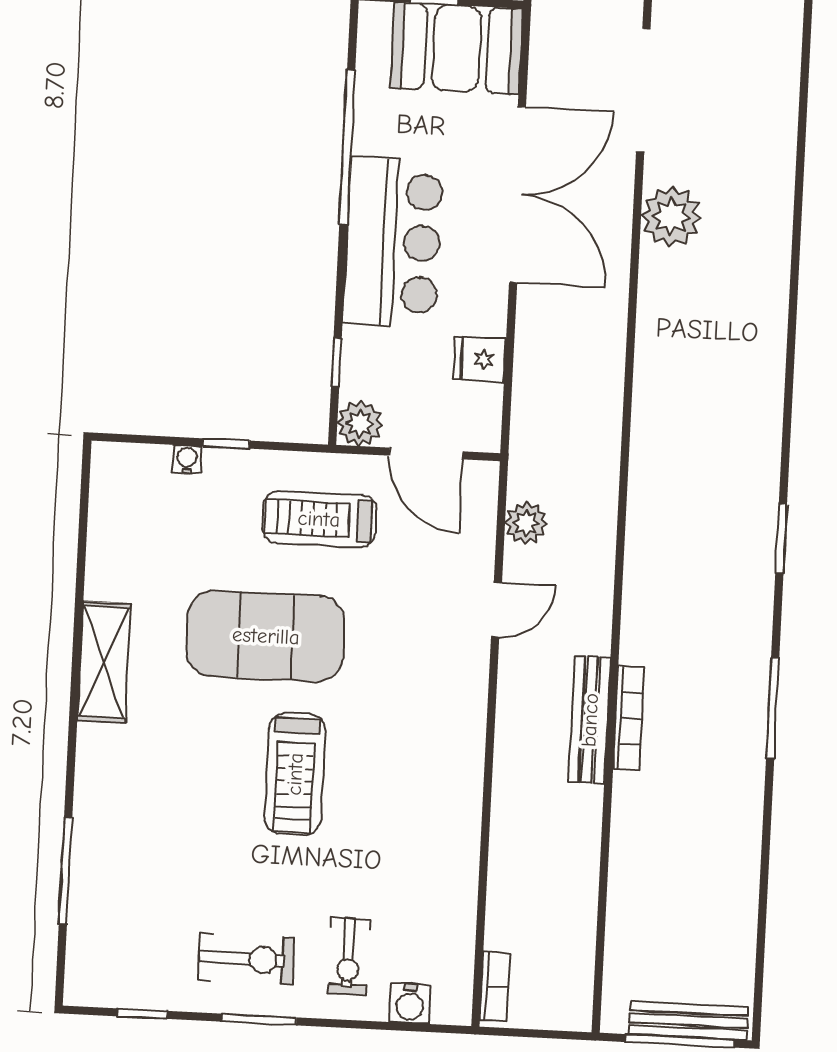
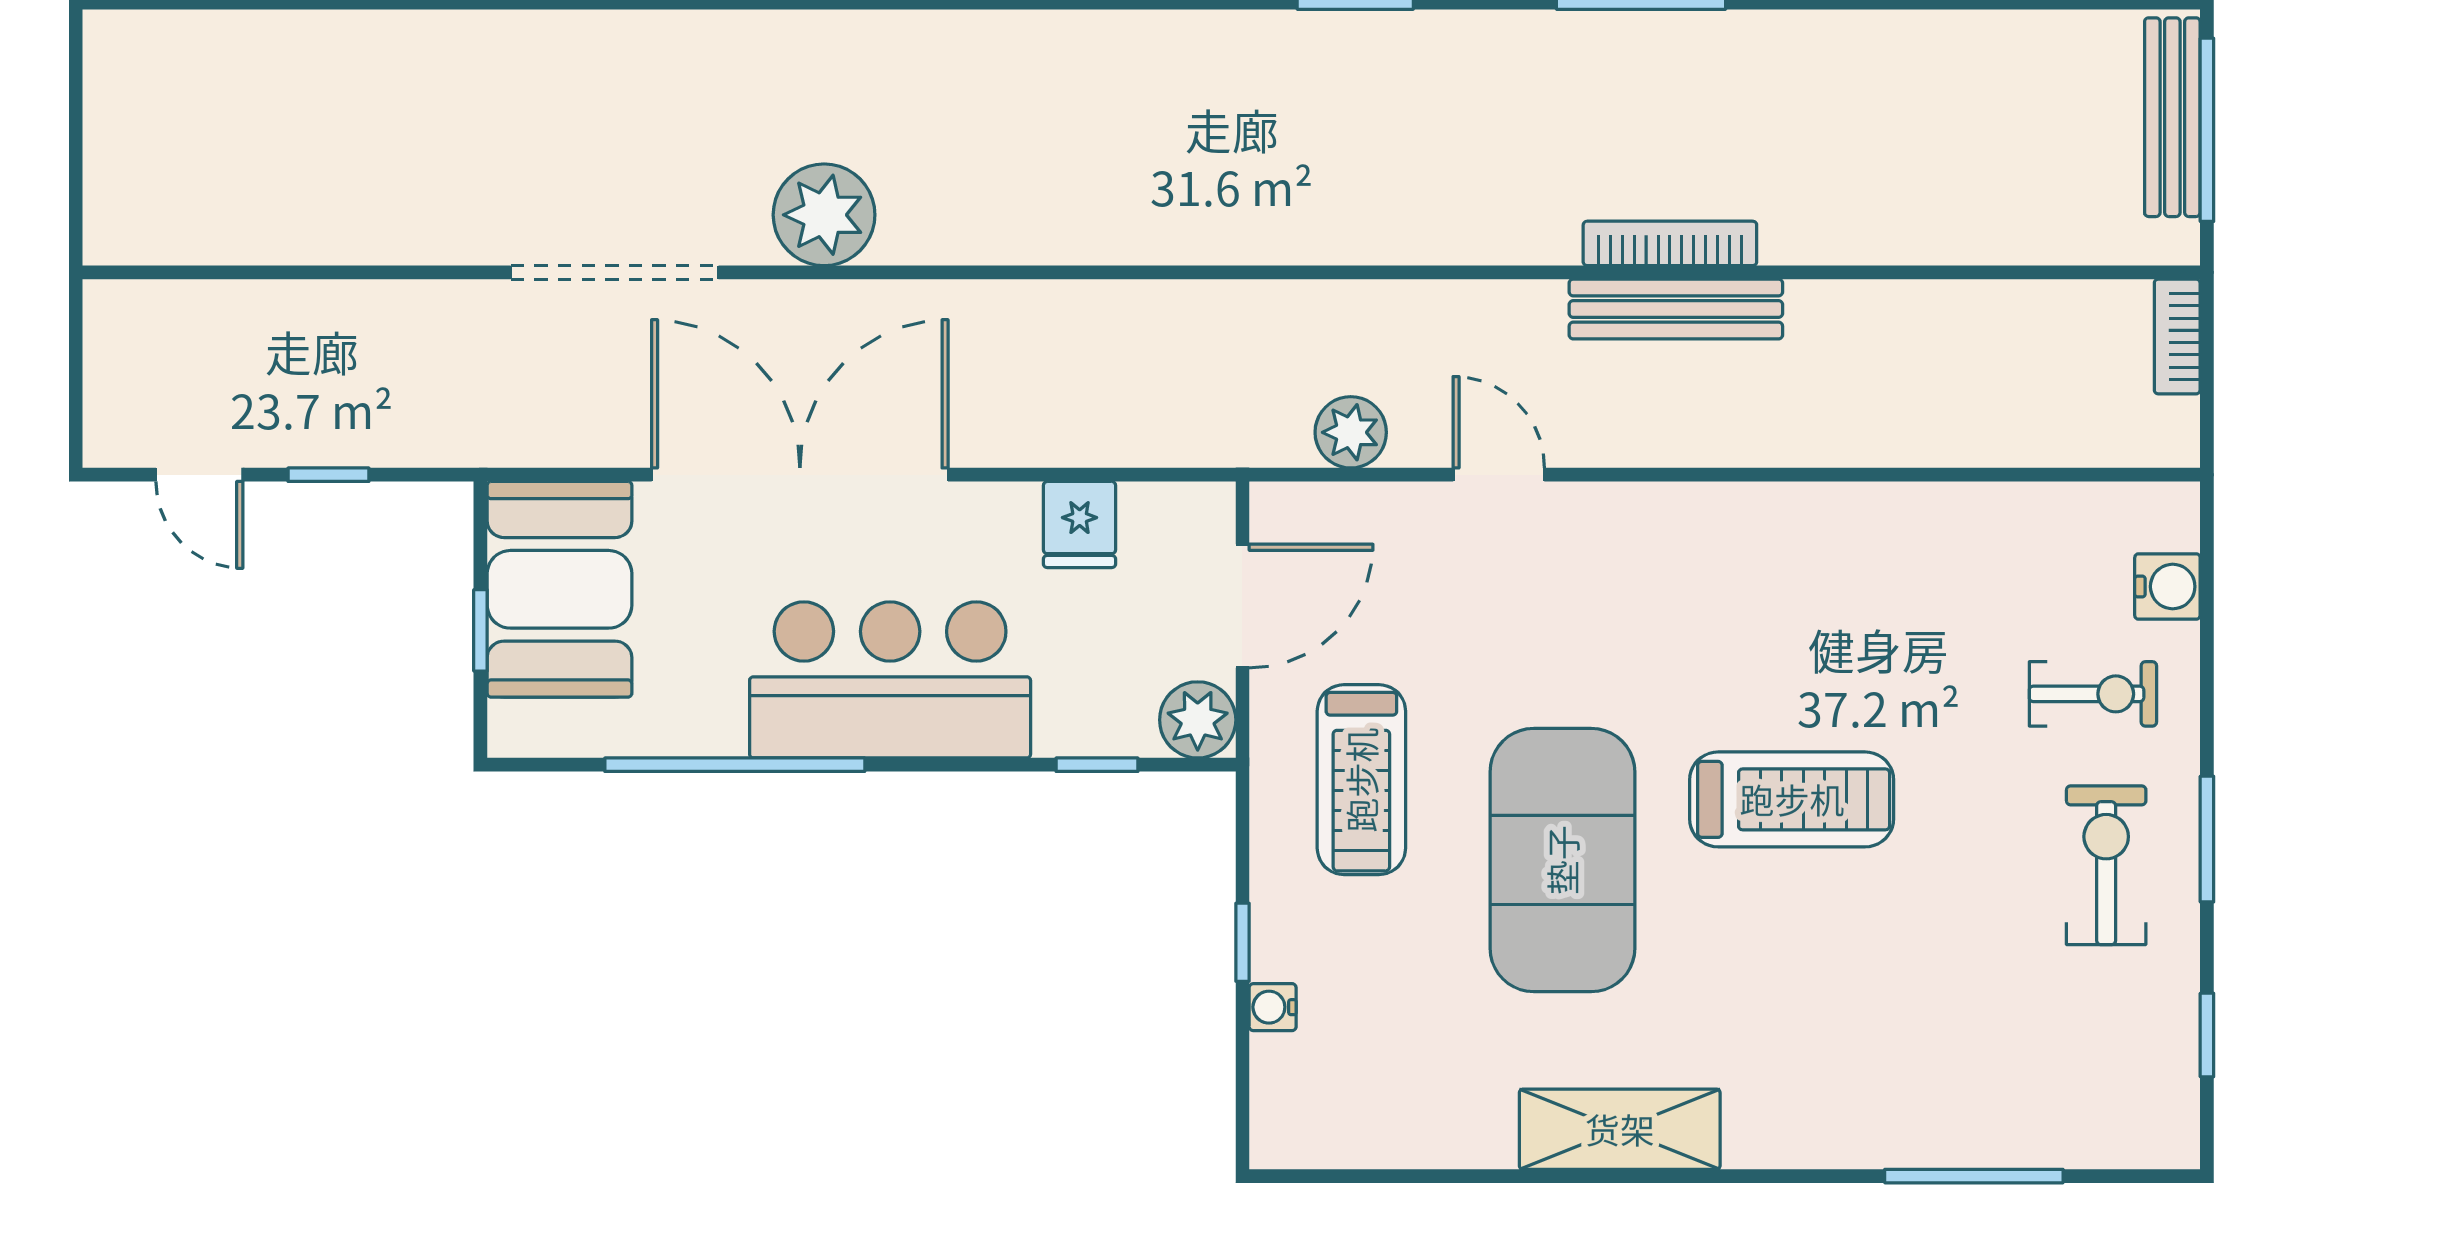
bookcase: (495, 986) -> (2177, 337), moved, turned -90

